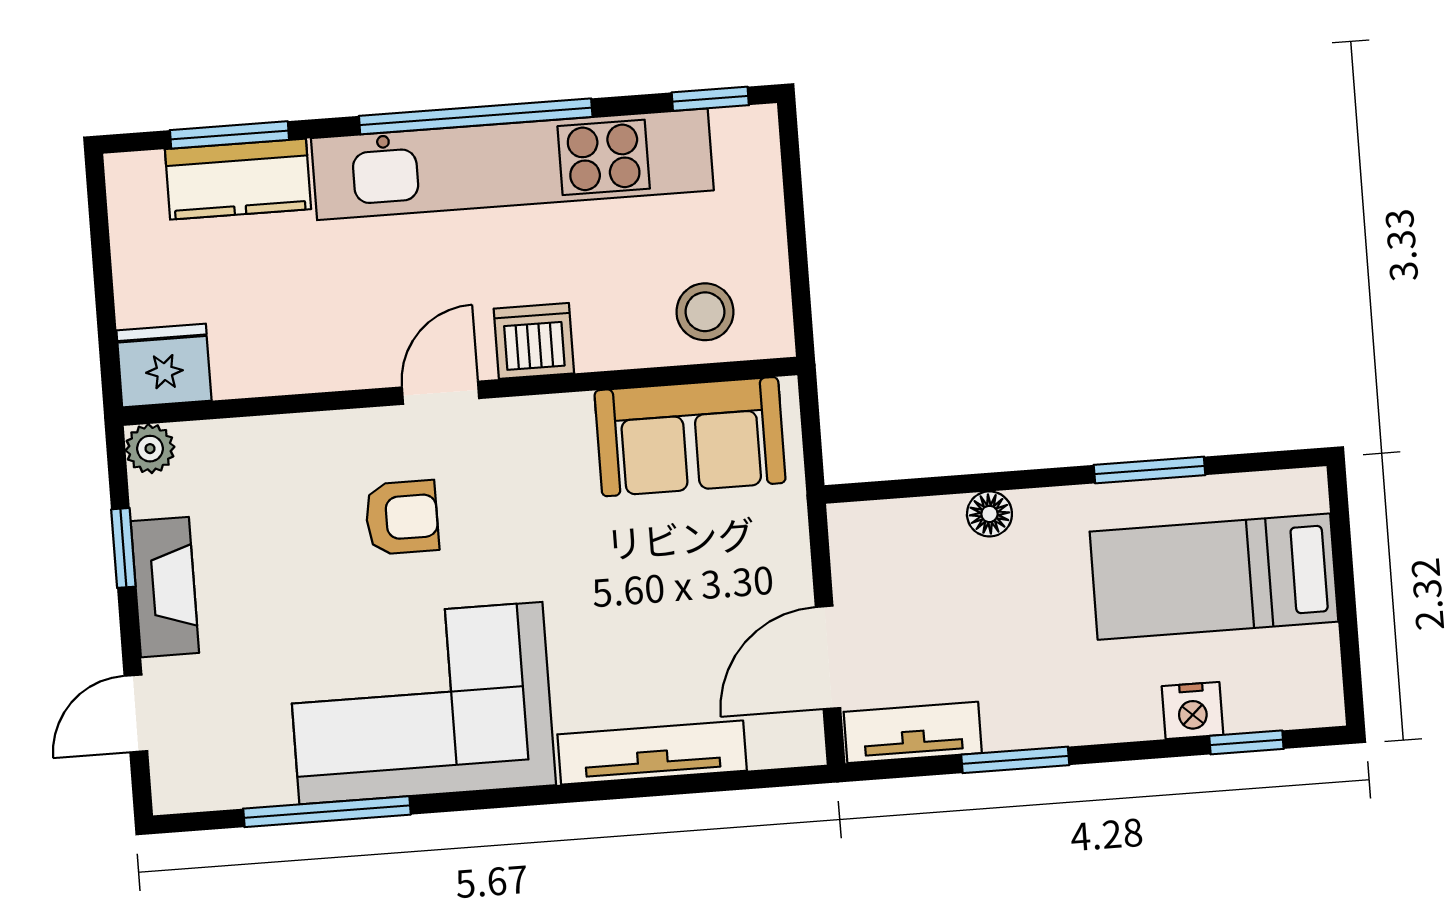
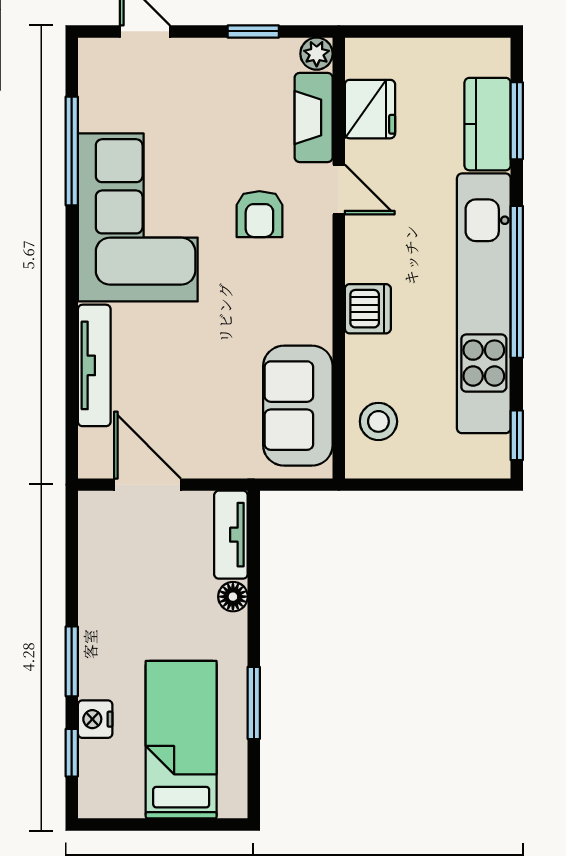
fridge: (164, 365) -> (370, 109), moved
door: (440, 393) -> (339, 190), moved
fireplace: (165, 587) -> (314, 117), moved, turned 90
tv unit: (913, 732) -> (231, 535), moved, turned 180
window: (1015, 760) -> (72, 661), moved

